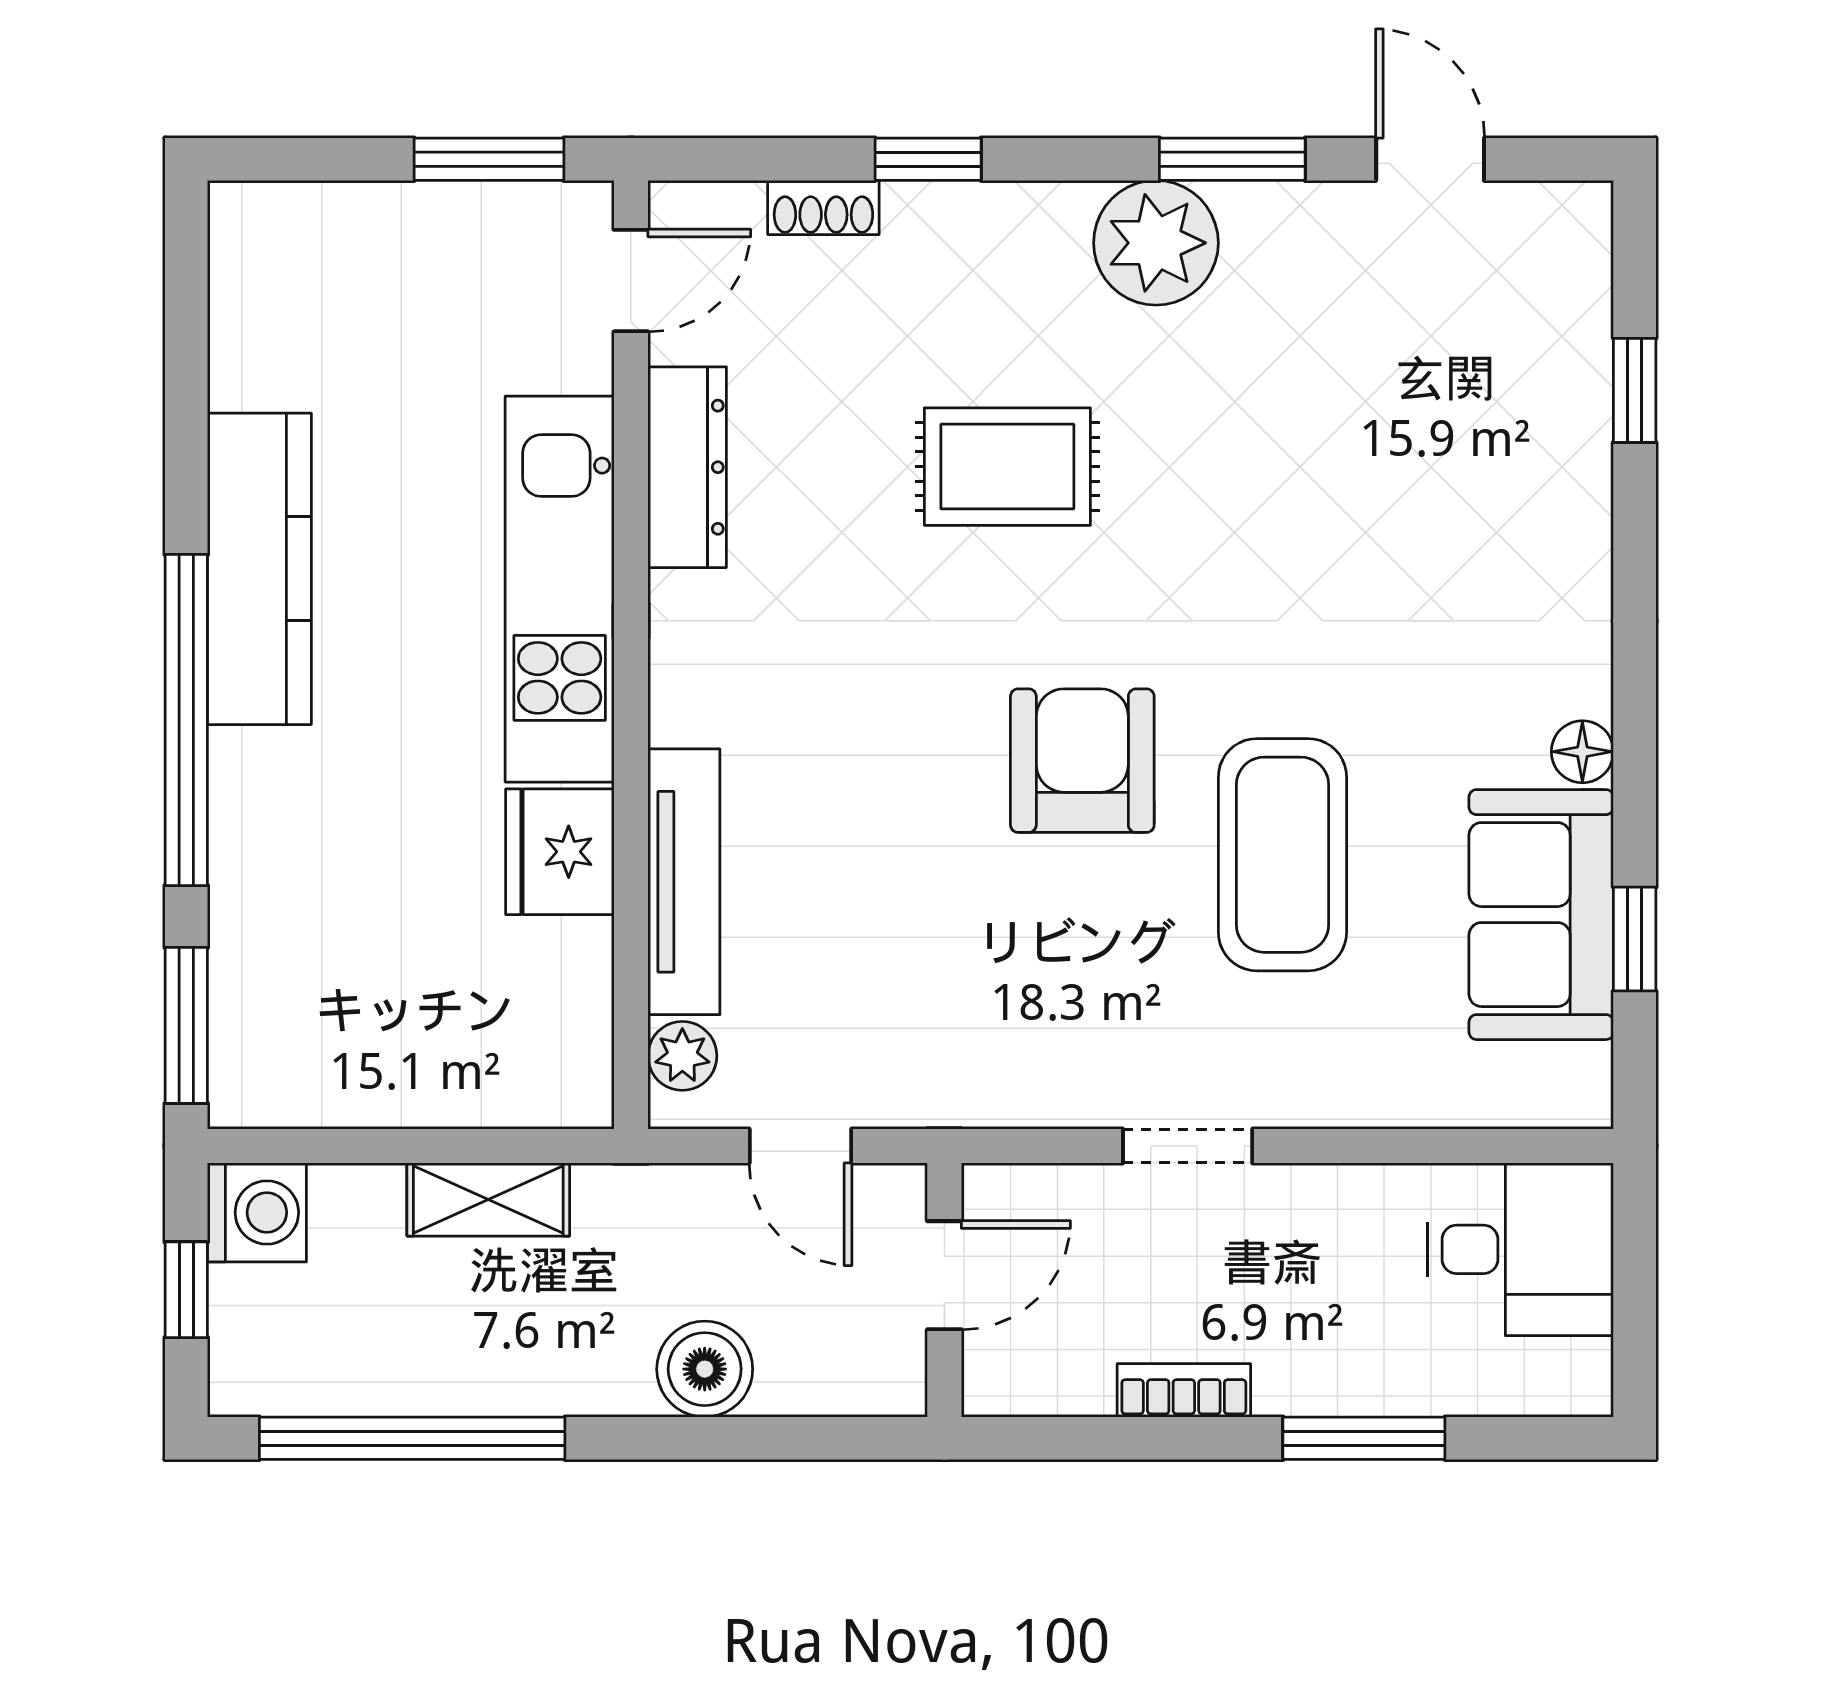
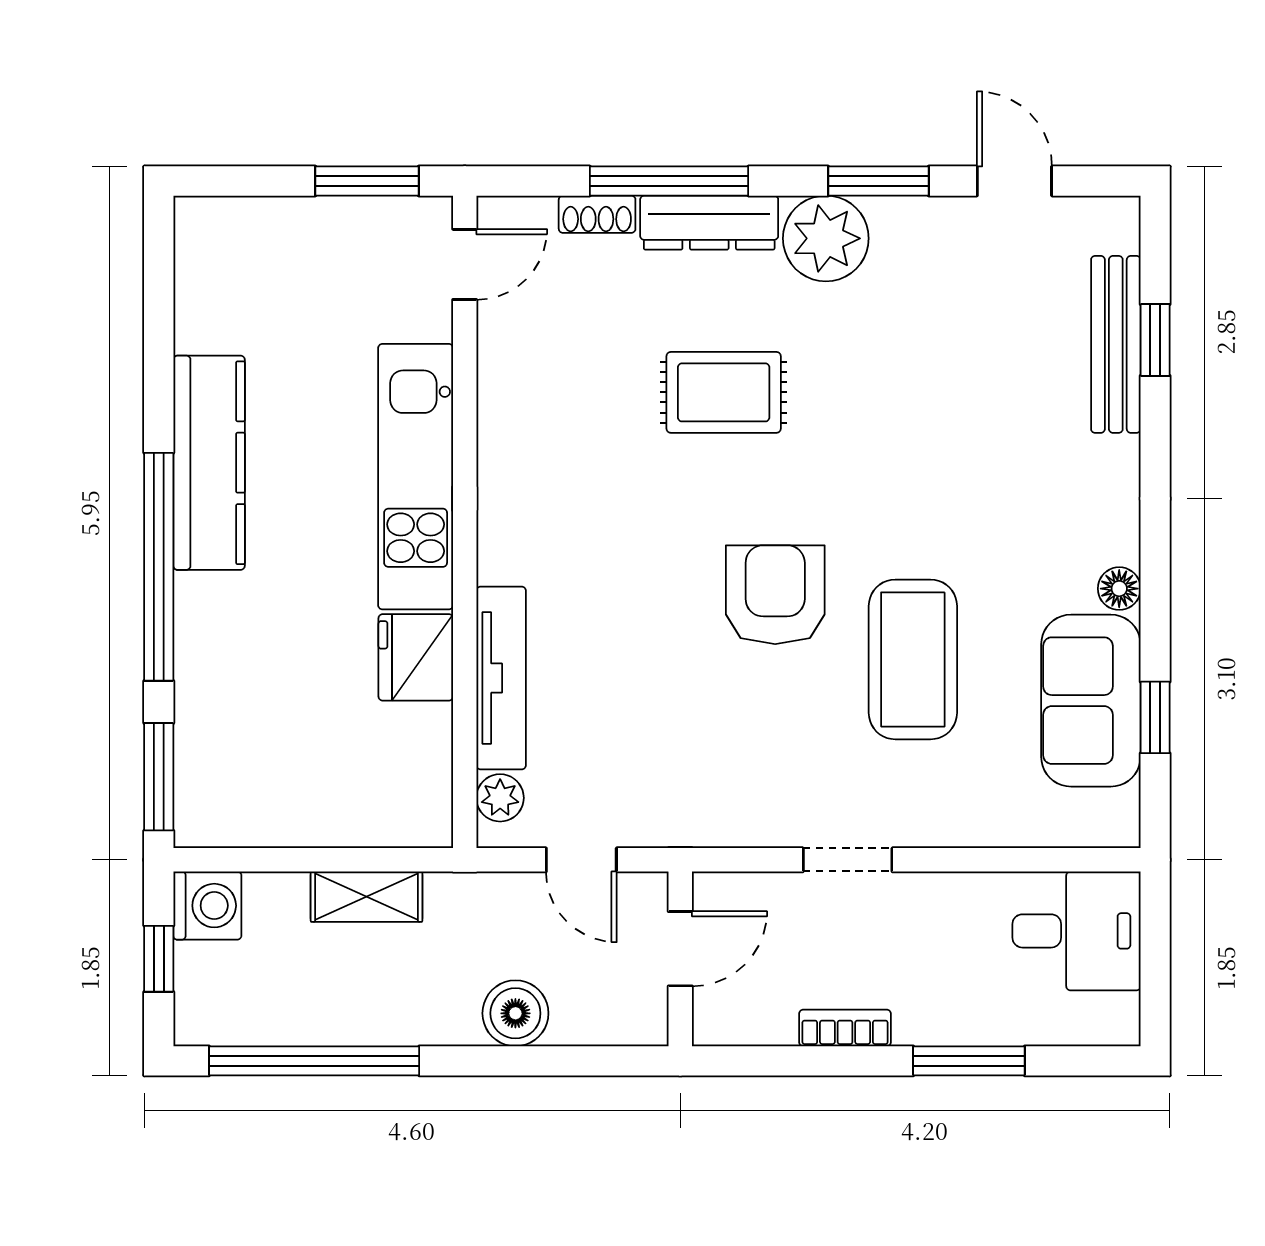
window: (928, 159) -> (669, 181), width x2.17
bench: (1577, 397) -> (1116, 344), added
dresser: (687, 467) -> (709, 223), moved, turned 90

